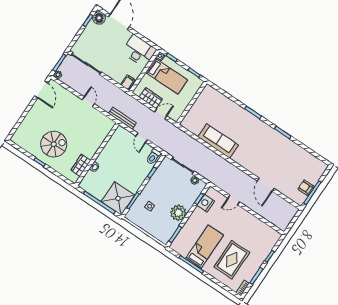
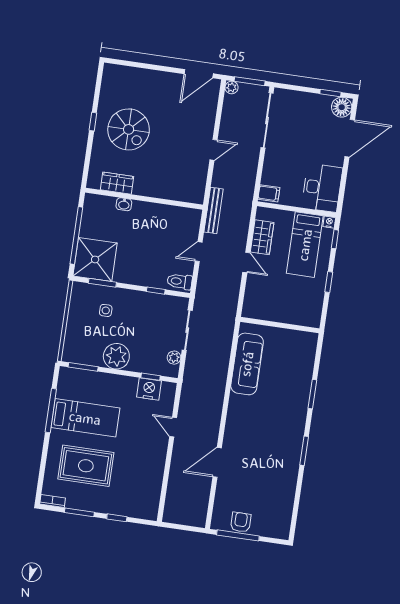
wall: (192, 103) -> (280, 325), moved

